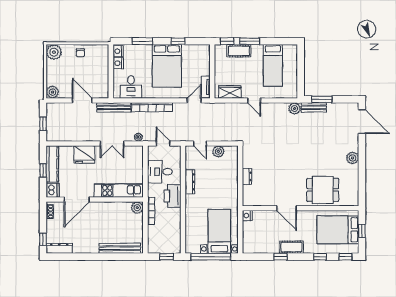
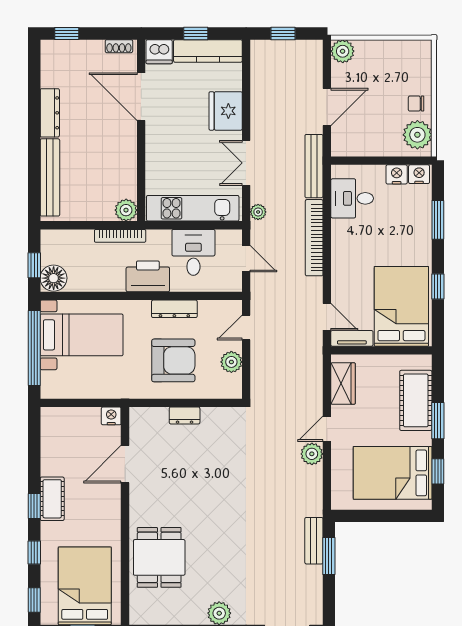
window: (227, 41) -> (438, 471), moved
cot: (239, 51) -> (416, 400), width x1.37, depth x1.34
plant: (54, 52) -> (417, 135), moved
bed: (273, 65) -> (393, 473), width x1.50
bed: (167, 66) -> (401, 306), moved, turned 90
plant: (295, 108) -> (312, 454), moved
door: (163, 144) -> (246, 259), hinge flipped
armchair: (218, 182) -> (173, 360), added
kitchen unit: (119, 190) -> (193, 208), moved, turned -90
door: (287, 208) -> (125, 464), moved
bed with nightstands: (219, 231) -> (82, 335), moved
floor lamp: (174, 246) -> (54, 278), added
dresser: (59, 248) -> (50, 113), moved
window: (280, 257) -> (34, 506), moved

